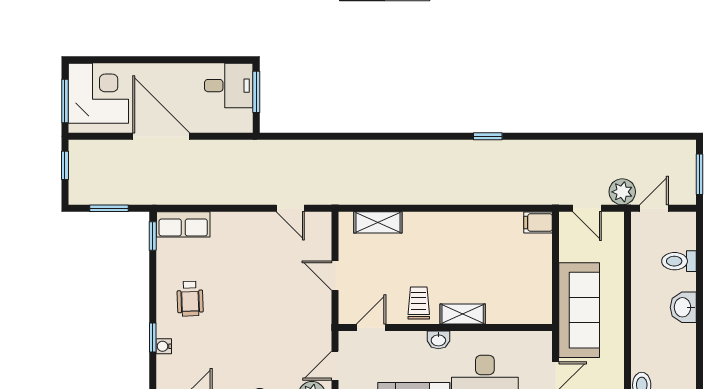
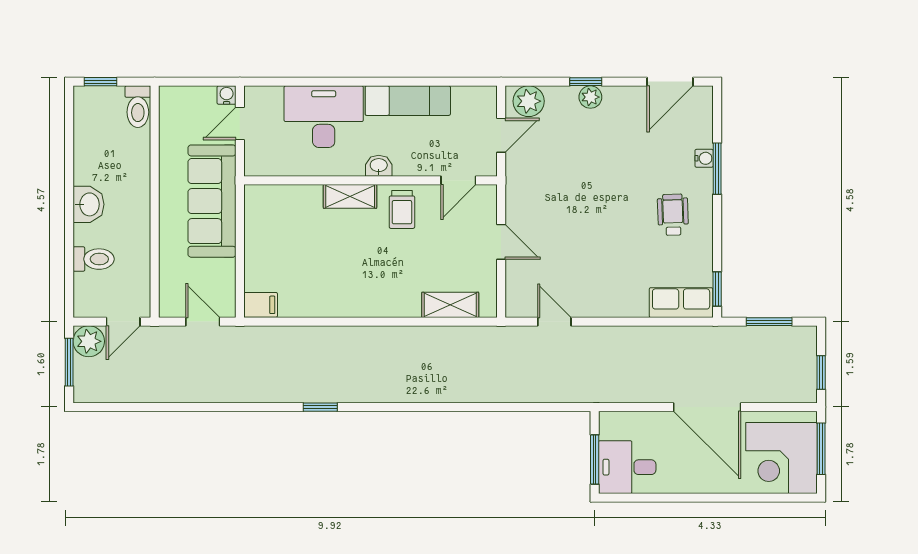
plant: (622, 192) -> (89, 341), moved
window: (153, 337) -> (717, 169), width x1.50

